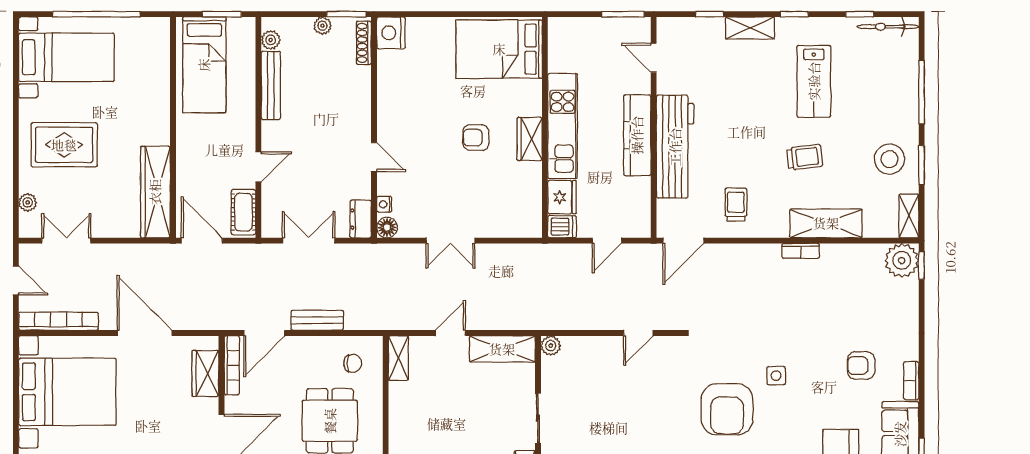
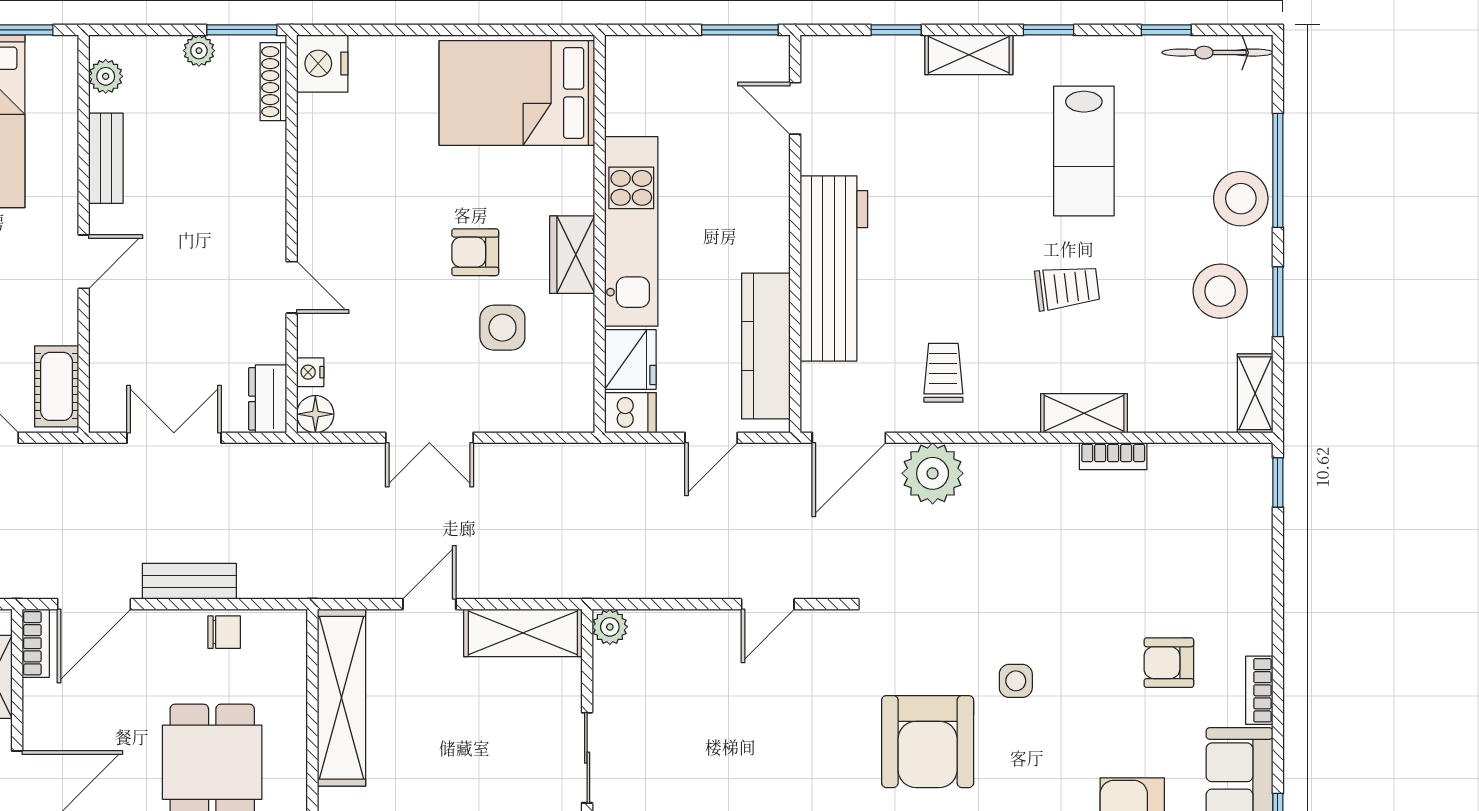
bench: (271, 85) -> (106, 158), width x0.73
stool: (901, 108) -> (1241, 199), added
kitchen counter: (637, 135) -> (766, 346), moved
door: (258, 167) -> (84, 262), moved
side table: (491, 179) -> (502, 328), added
shelving: (826, 223) -> (1084, 413), width x0.67, depth x0.75
bookcase: (801, 251) -> (1113, 456), moved
plant: (902, 260) -> (933, 473), moved
shelving: (398, 358) -> (342, 698), width x2.20, depth x1.33
chair: (353, 363) -> (224, 632), moved
bookcase: (232, 365) -> (36, 643), width x0.64

